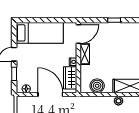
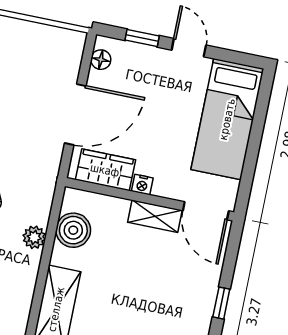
plant: (118, 101) -> (34, 237), moved

